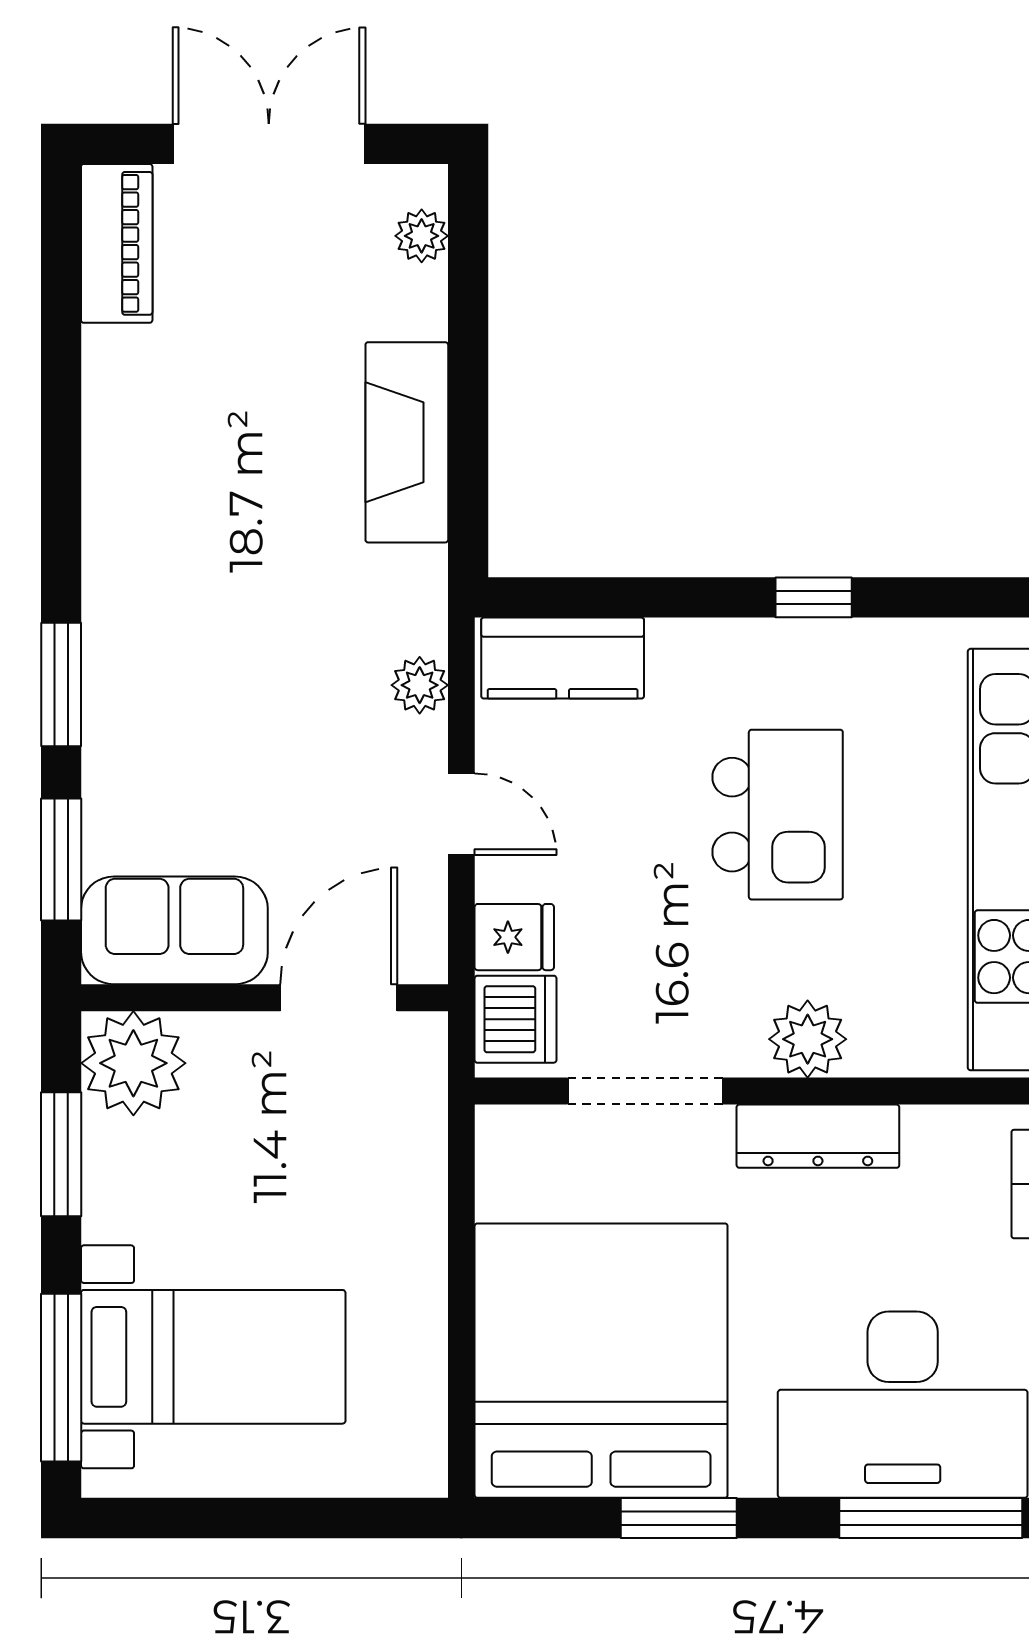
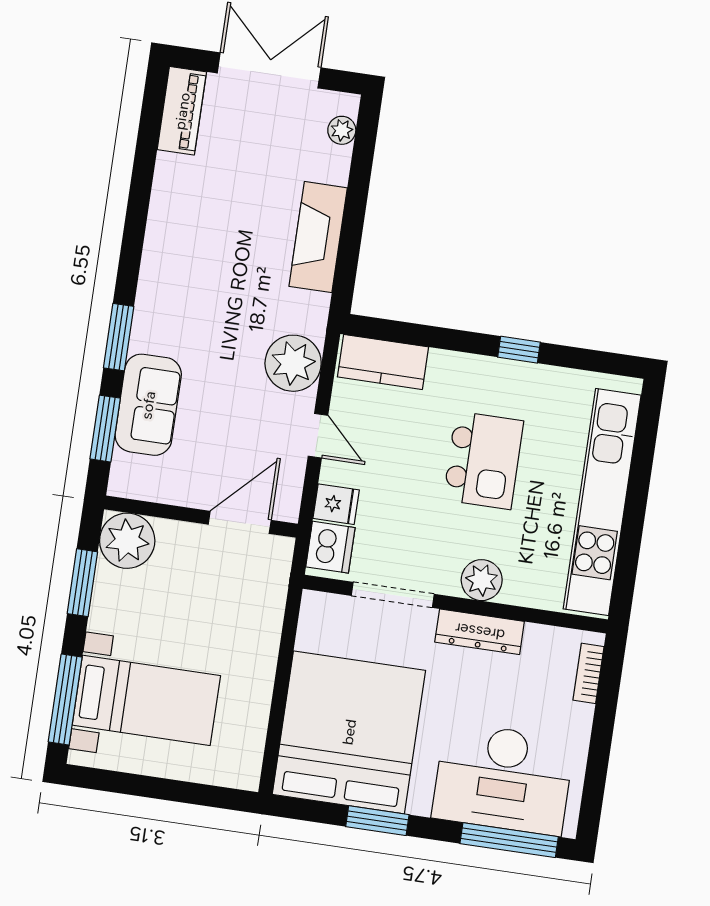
plant: (420, 685) -> (293, 363), width x1.87, depth x1.87
sofa: (174, 930) -> (148, 405), moved, turned 90

